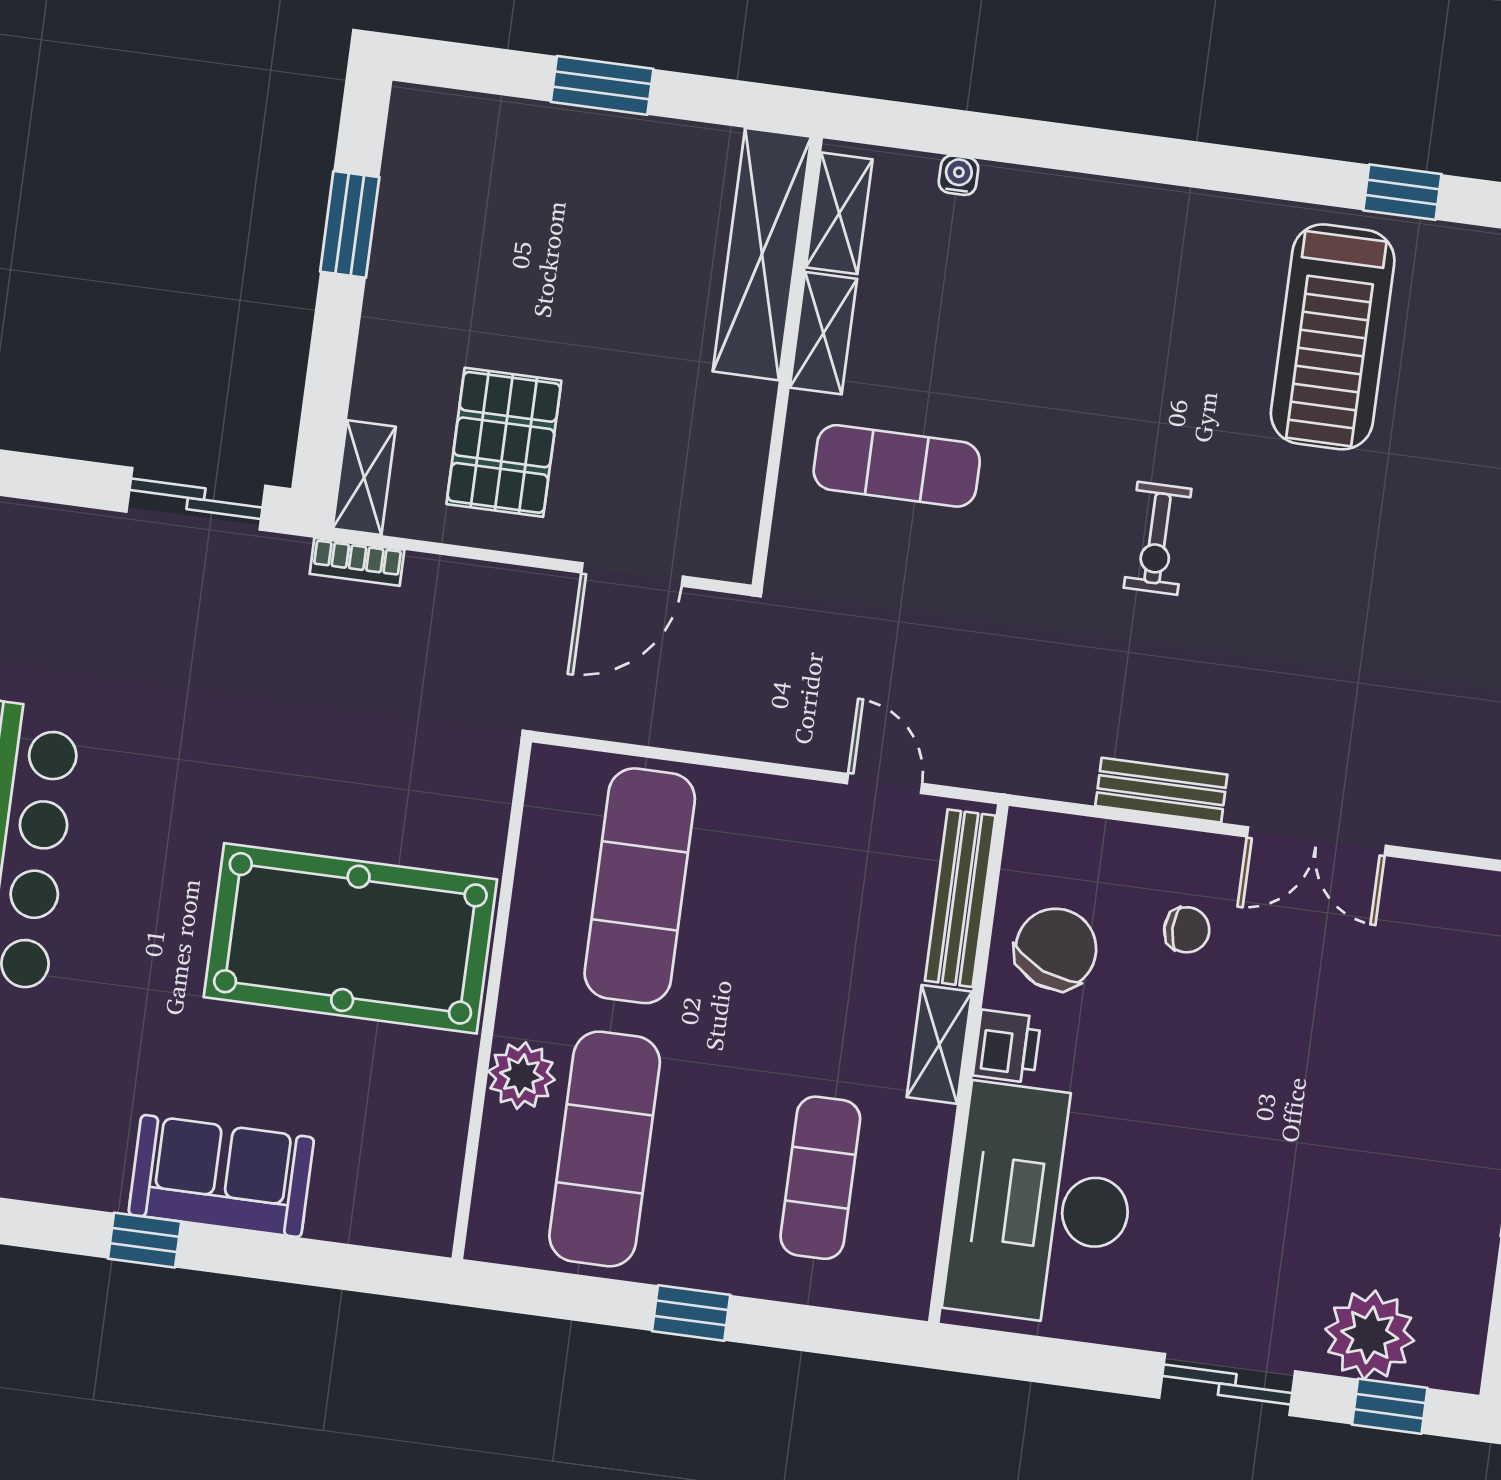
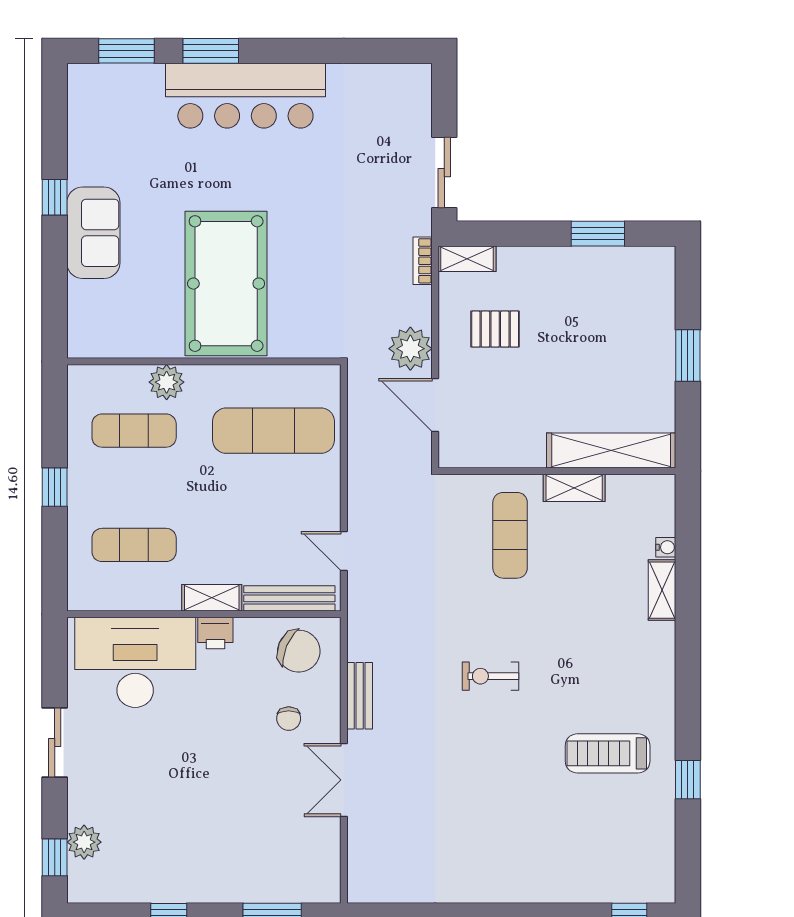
shelving: (839, 213) -> (662, 590), moved, turned 90
treadmill: (1333, 337) -> (608, 753), width x0.73, depth x0.73
pallet: (504, 442) -> (495, 329), width x0.67, depth x0.71
plant: (519, 607) -> (410, 349), added
door: (884, 784) -> (344, 551), swing flipped
chair: (1056, 949) -> (299, 651), moved
exercise mat: (605, 1149) -> (134, 431), width x0.73, depth x0.69
plant: (1370, 1335) -> (84, 842), width x0.73, depth x0.73
sliding door: (1227, 1385) -> (55, 742), moved

